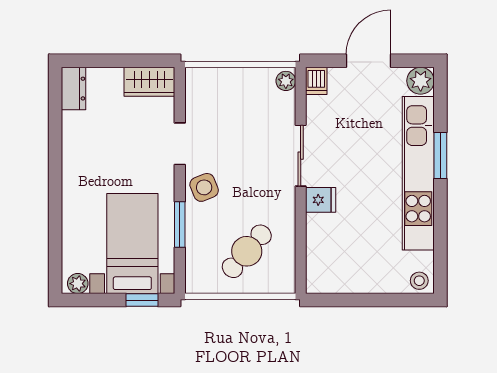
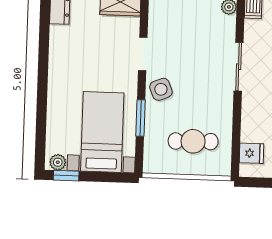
fridge: (321, 200) -> (251, 153), moved
cafe table: (247, 251) -> (193, 141), turned 48
window: (142, 300) -> (66, 176), moved

